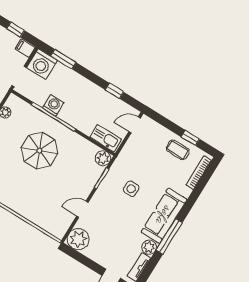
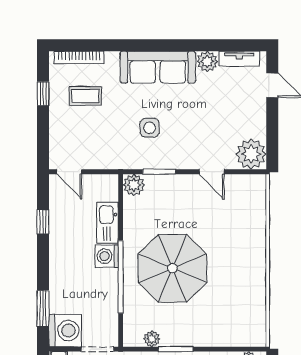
washing machine: (53, 105) -> (107, 256), moved
kitchen sink: (106, 138) -> (107, 223), moved
coffee table: (178, 150) -> (85, 96), moved, turned 90
parasol: (39, 151) -> (172, 268), width x1.36, depth x1.36
window: (169, 236) -> (179, 45), removed

